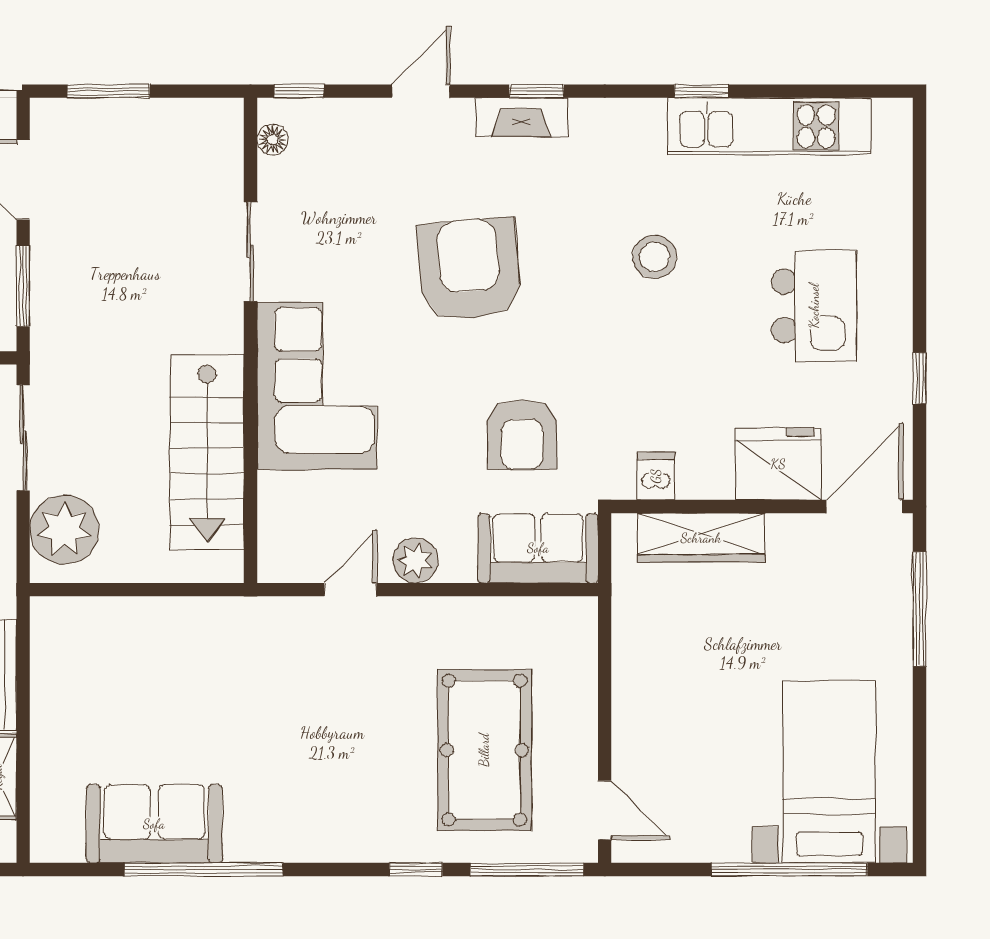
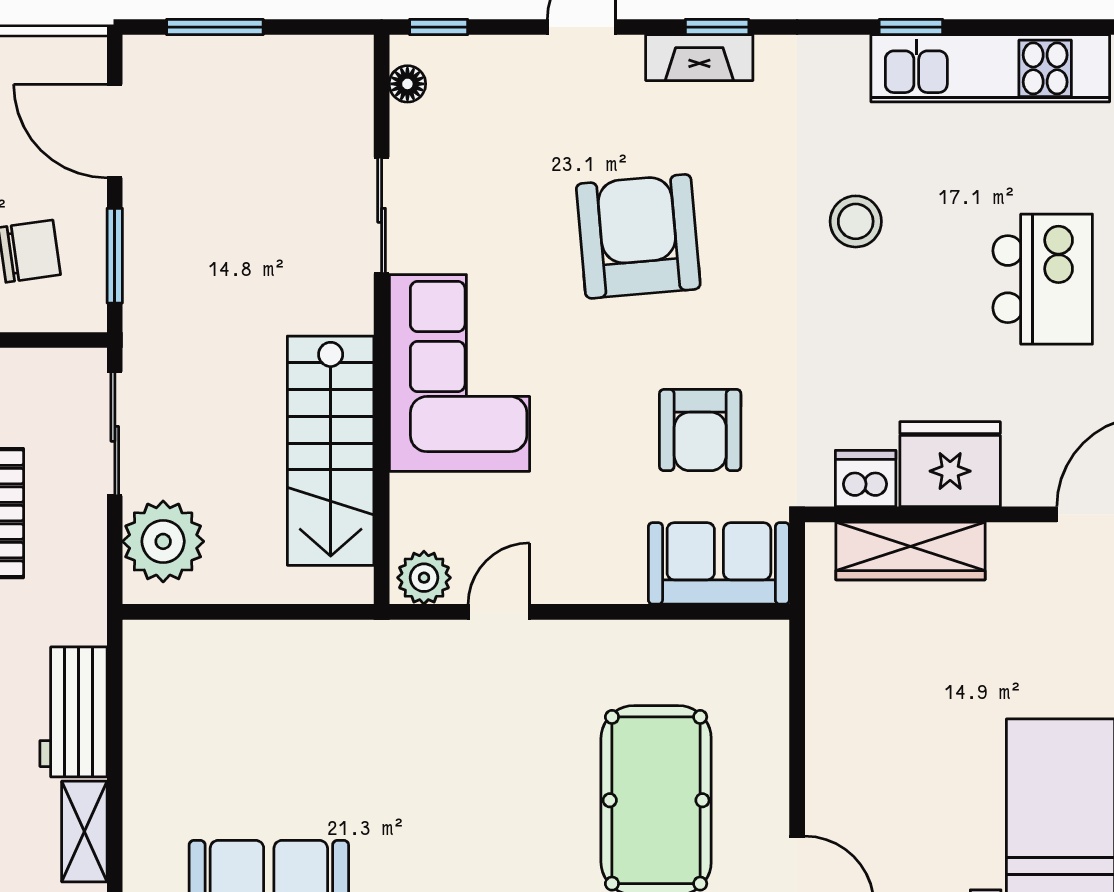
fridge: (778, 464) -> (950, 464), moved
dishwasher: (656, 476) -> (866, 479), width x1.38
plant: (416, 560) -> (424, 578), moved

